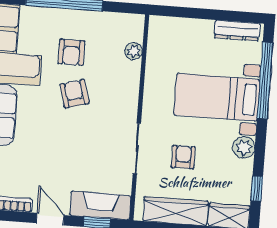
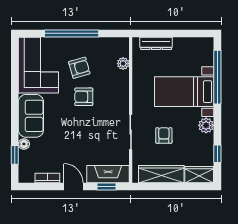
dresser: (237, 31) -> (156, 43), moved
armchair: (71, 52) -> (79, 68), turned -106
armchair: (75, 94) -> (84, 97), turned -74

